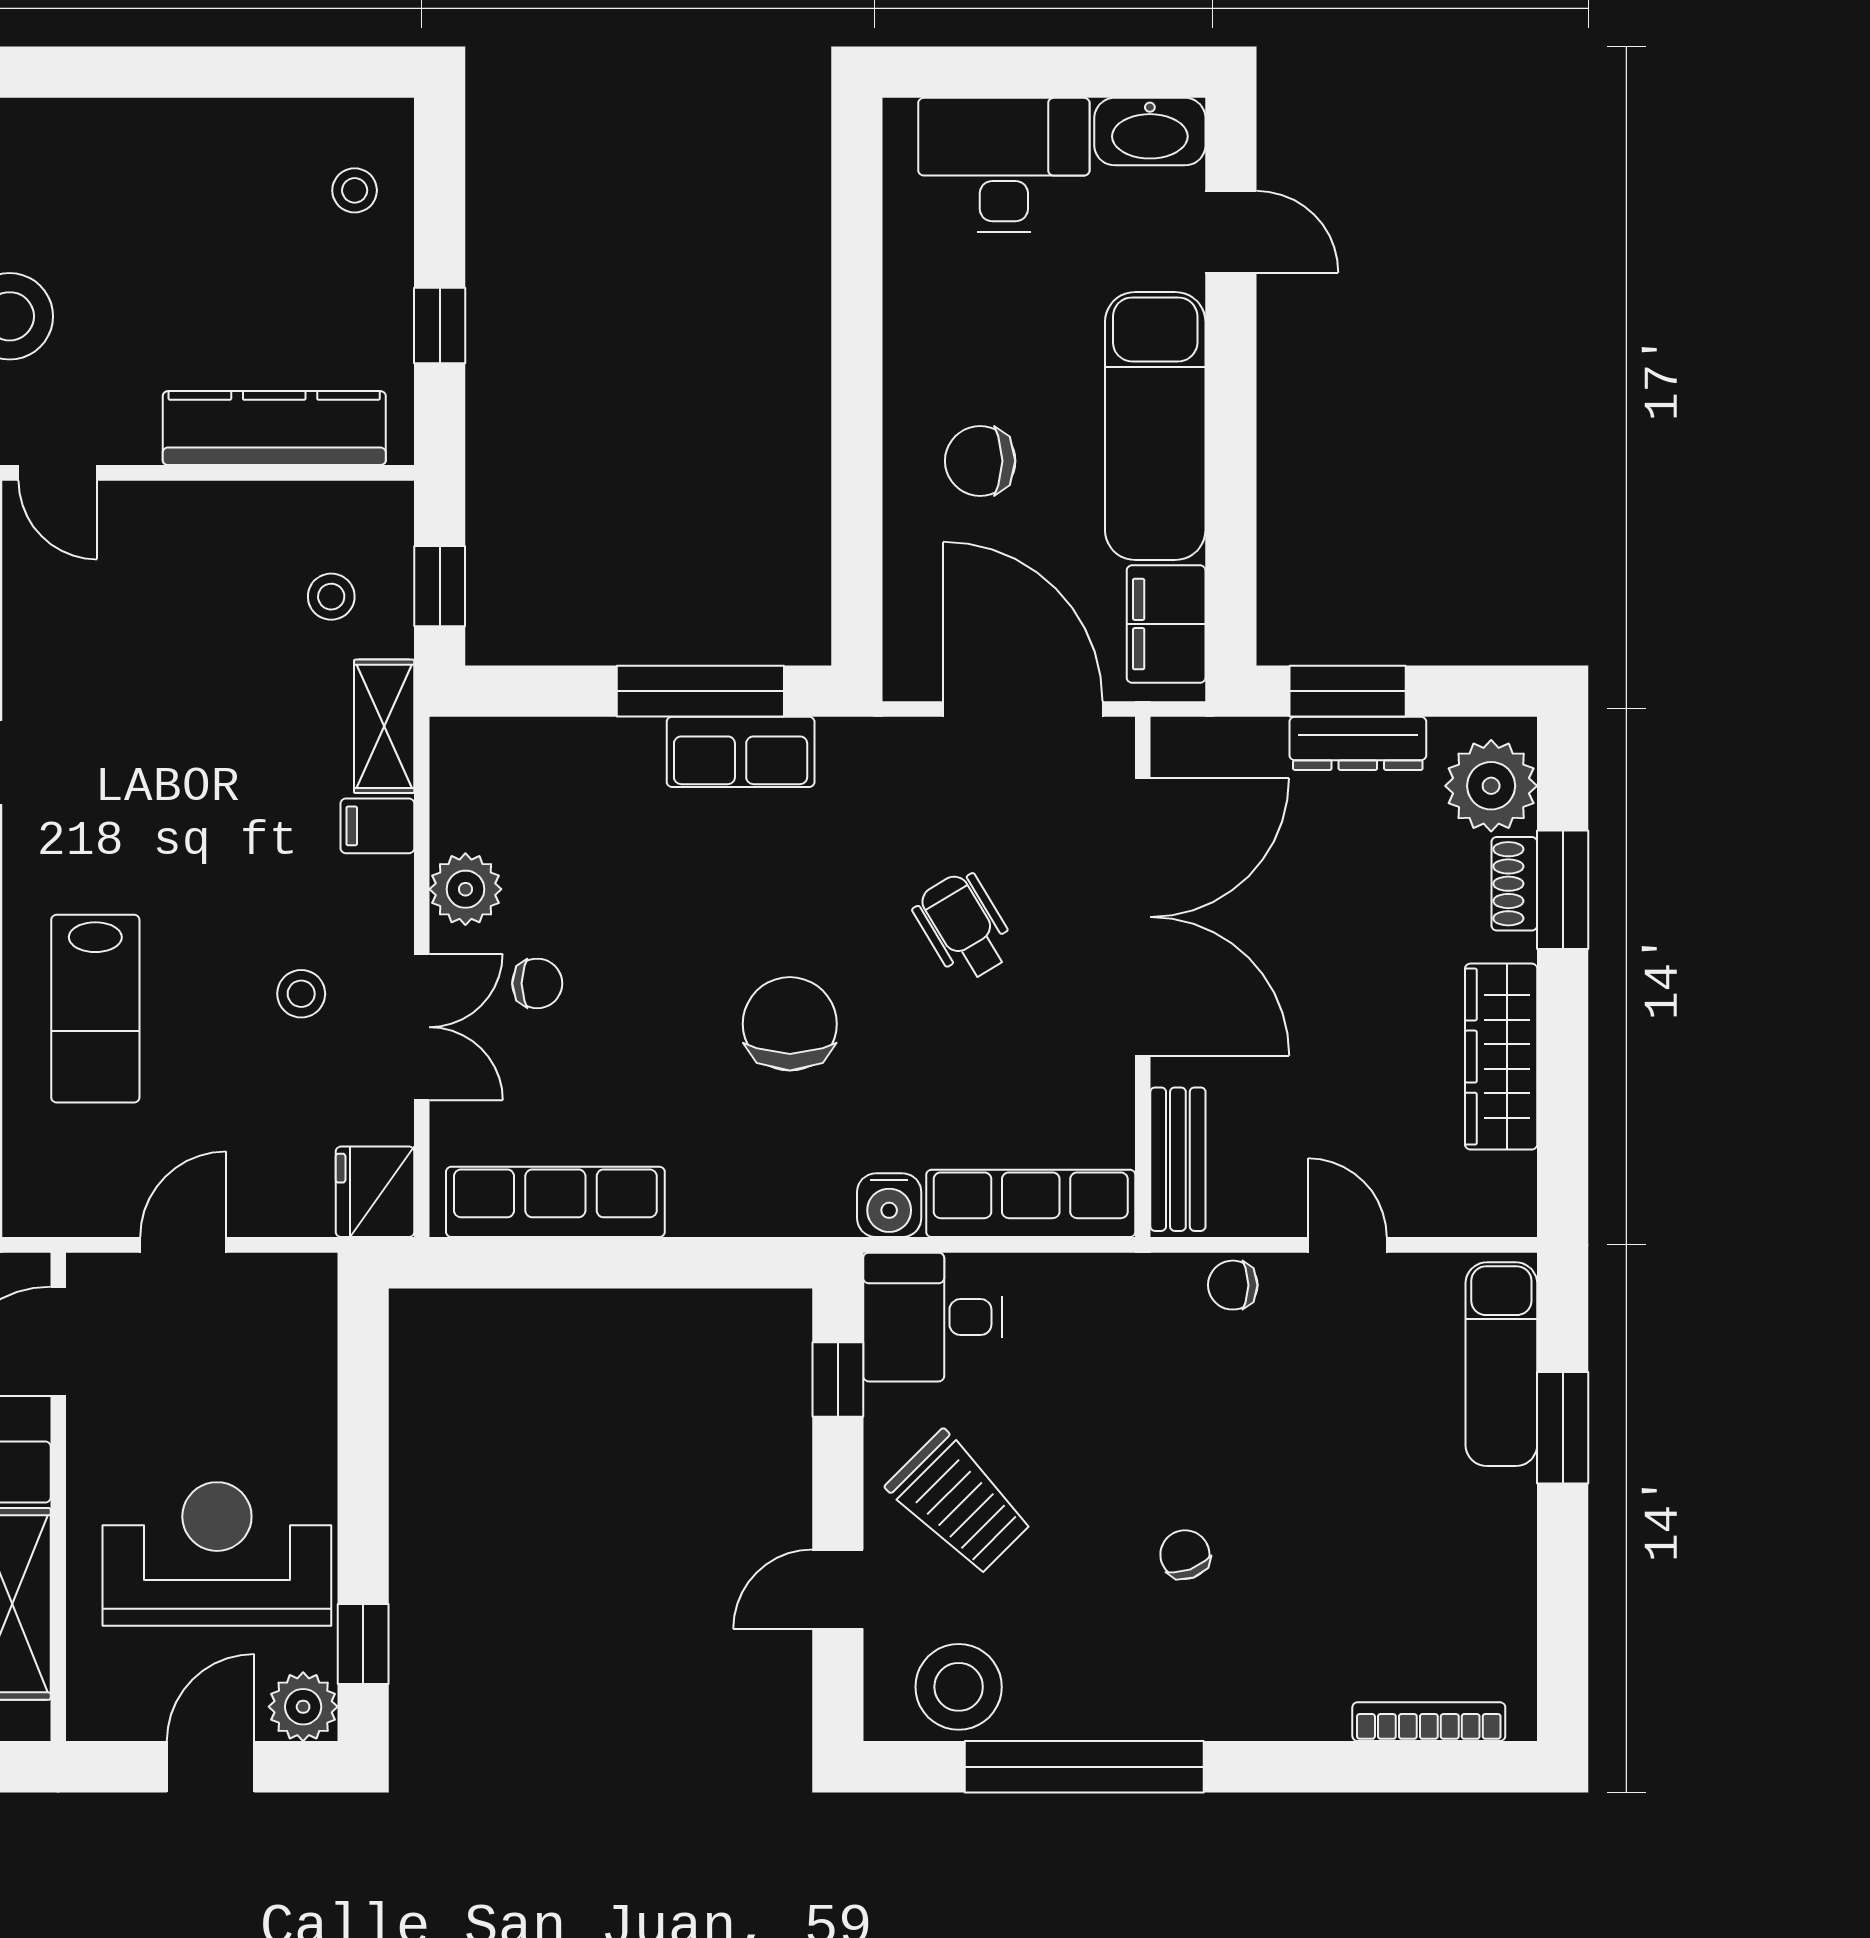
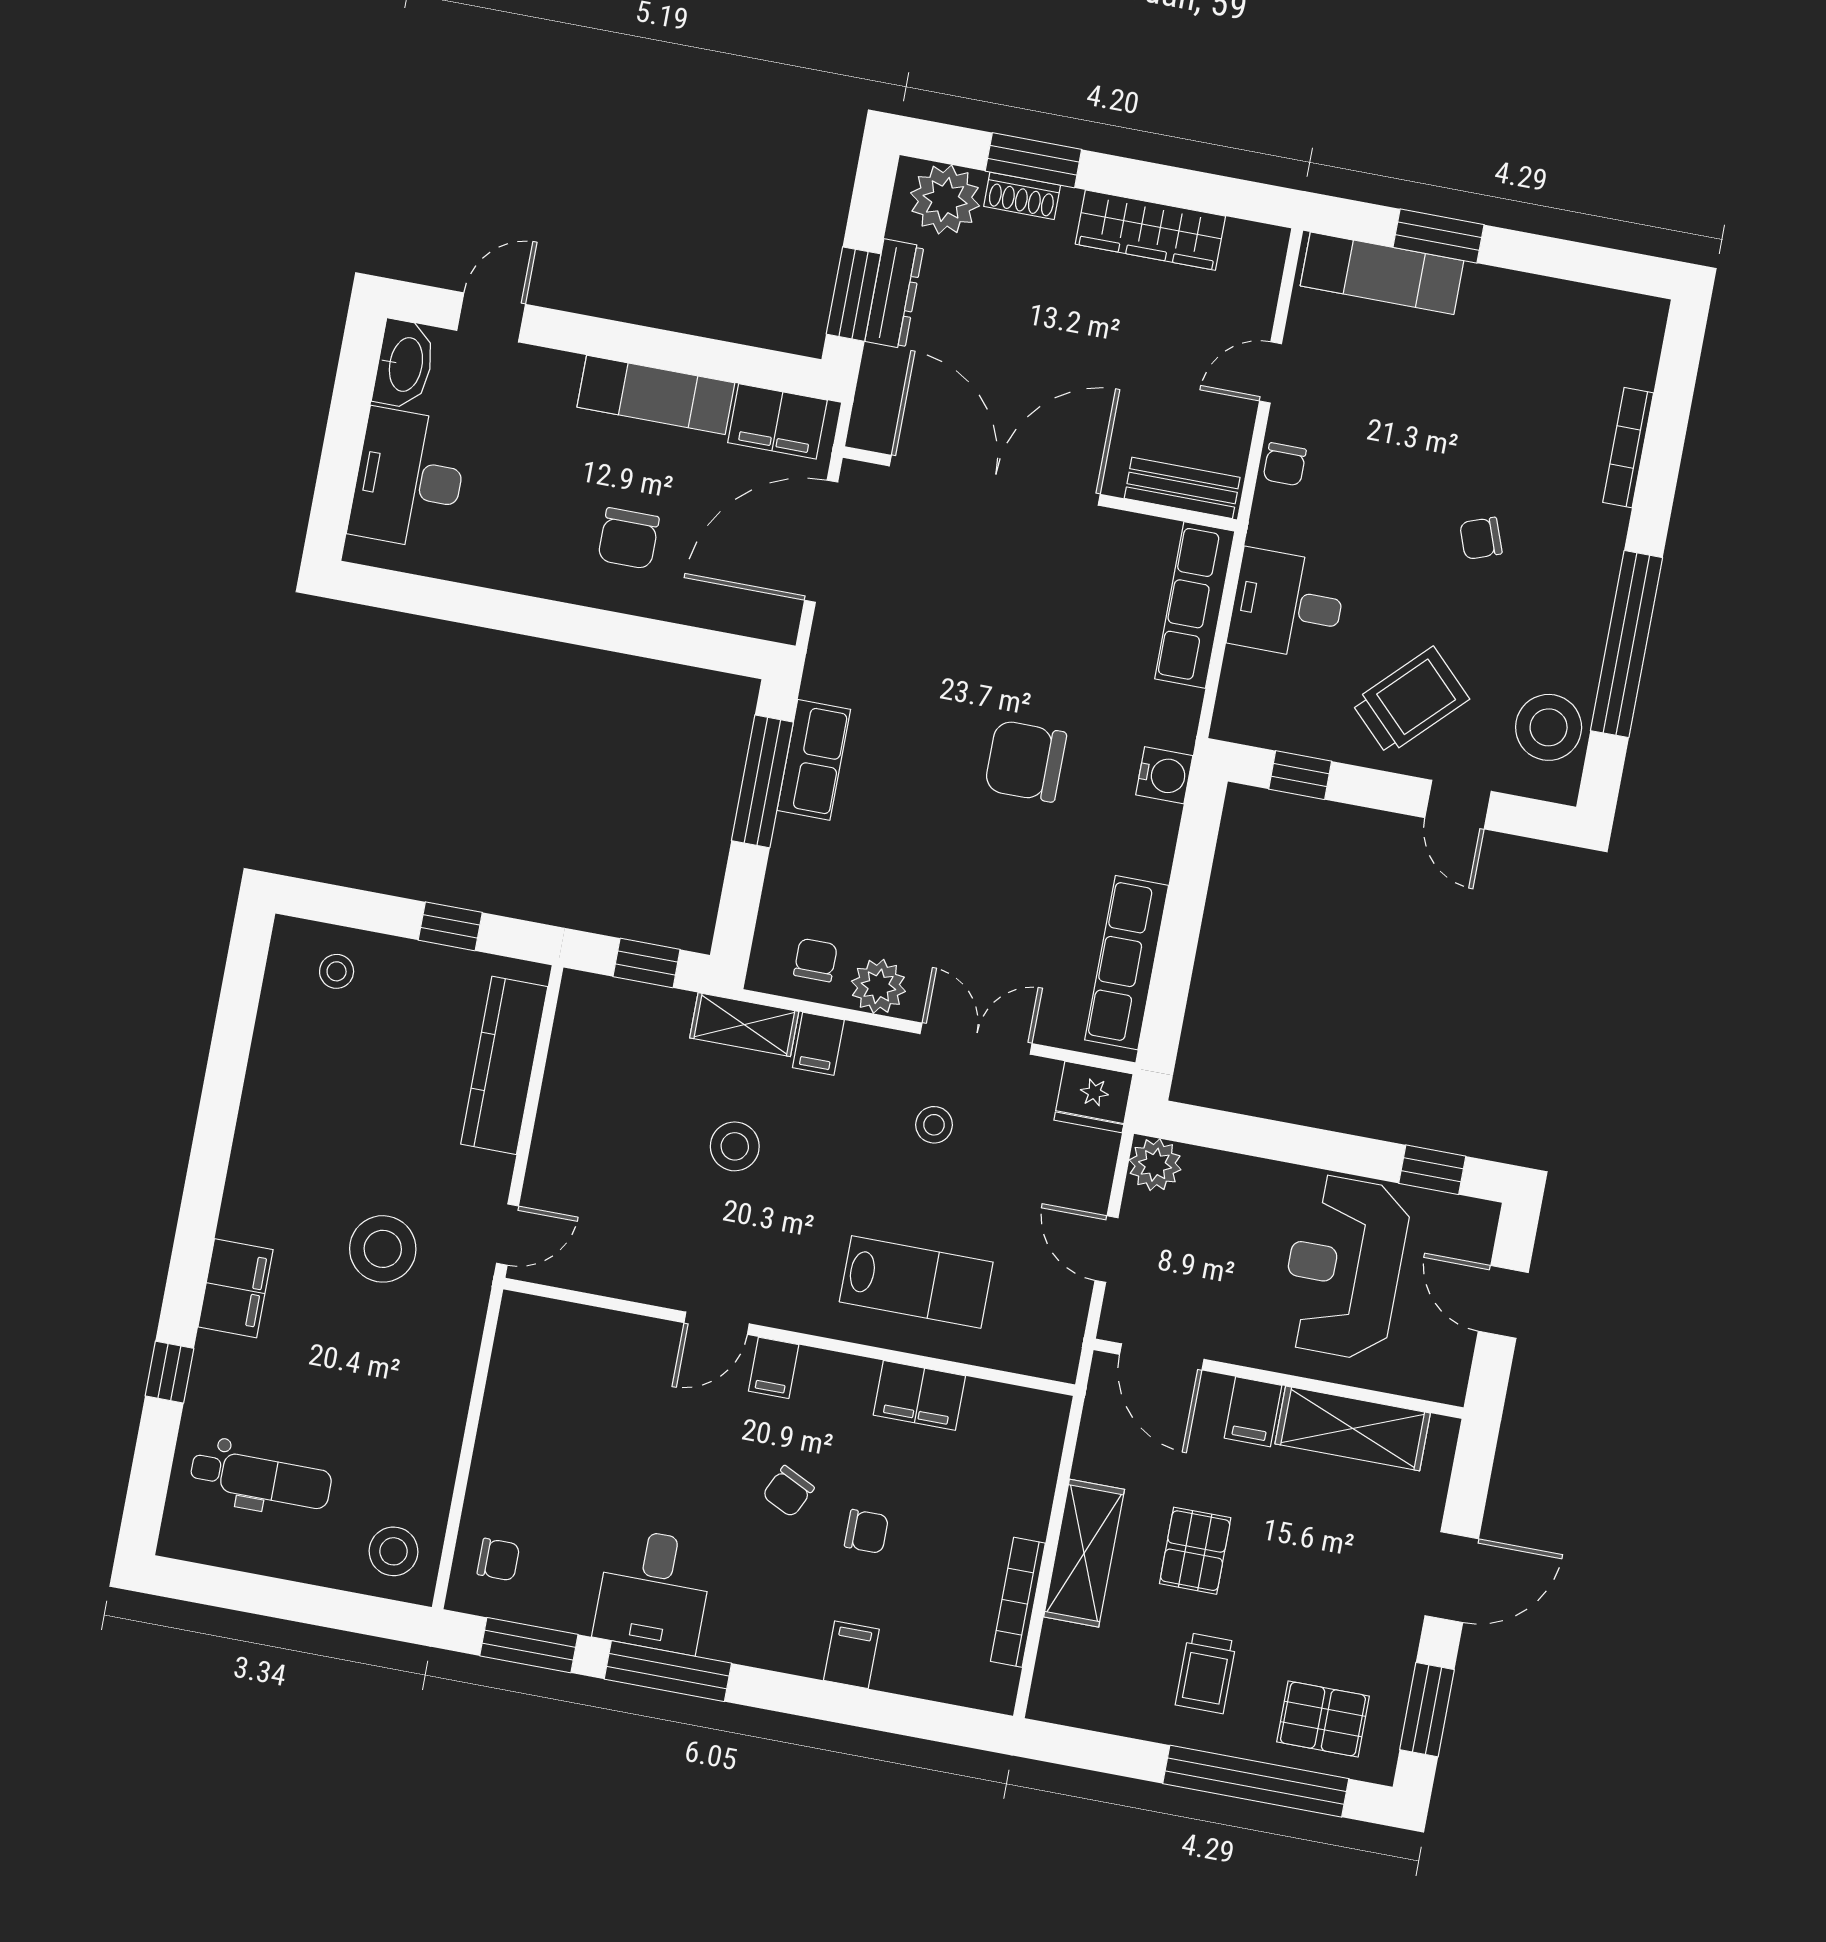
exam couch: (1155, 426) -> (656, 395), width x0.73, depth x0.69
stool: (331, 597) -> (735, 1146), moved, width x1.37, depth x1.37
wheelchair: (964, 927) -> (977, 616), removed
chair: (537, 983) -> (816, 960), moved
water cooler: (889, 1205) -> (1164, 775), moved
desk: (933, 1317) -> (1287, 604), moved, turned 90
plant: (303, 1707) -> (1155, 1165), moved
bookcase: (1429, 1722) -> (1628, 448), moved

